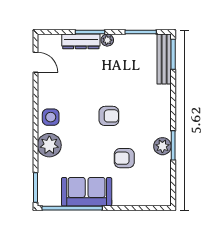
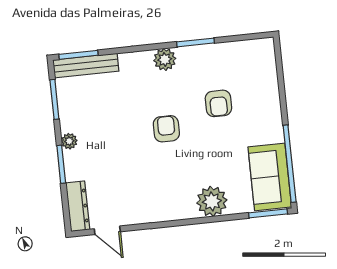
dresser: (81, 41) -> (78, 206), moved
door: (35, 62) -> (107, 230), swing flipped
side table: (51, 117) -> (176, 203), removed
plant: (162, 146) -> (165, 59), moved
sofa: (87, 192) -> (270, 177), moved

